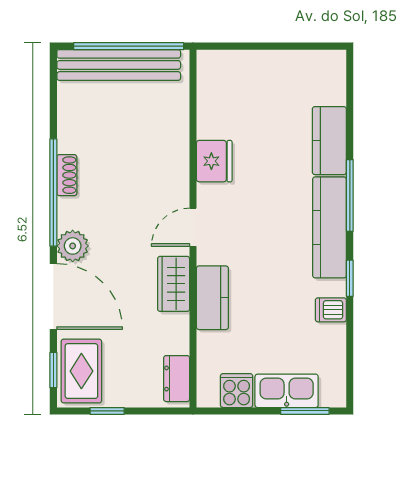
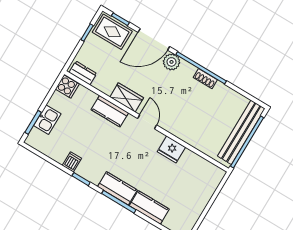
kitchen counter: (330, 227) -> (117, 188), width x0.67
cooker: (237, 391) -> (67, 86), moved
kitchen sink: (287, 391) -> (47, 120), width x0.73

